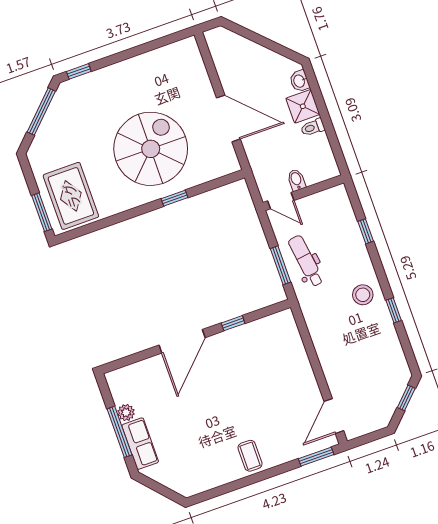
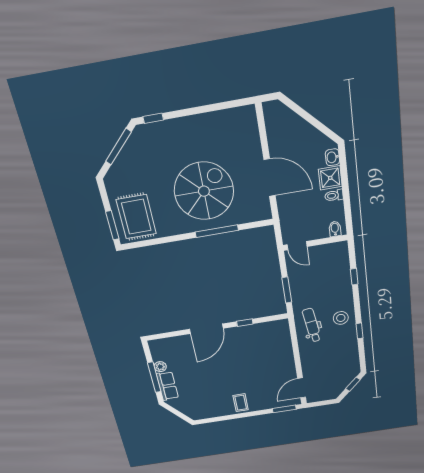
bidet: (296, 180) -> (335, 229), moved
window: (175, 198) -> (217, 231), width x2.17
dental chair: (306, 261) -> (312, 325), moved

